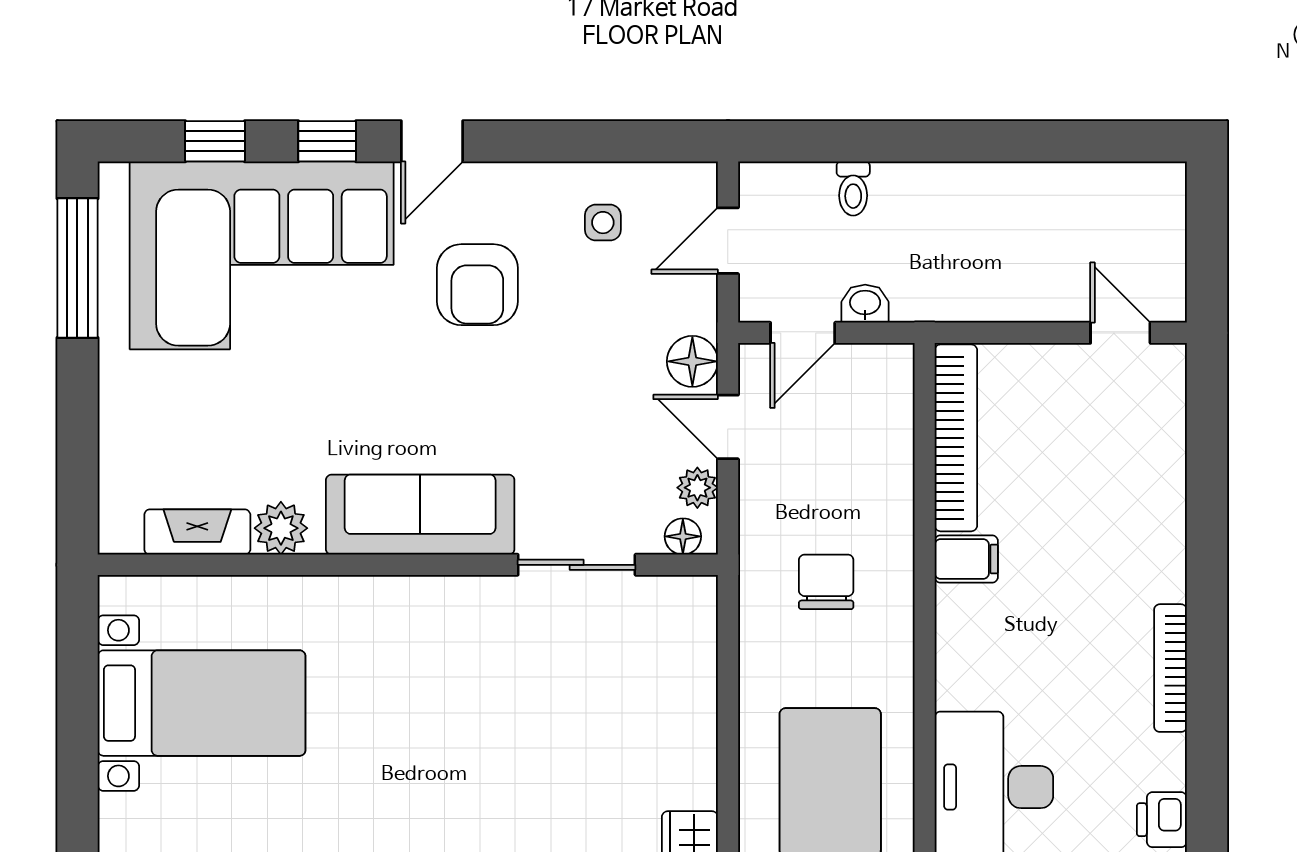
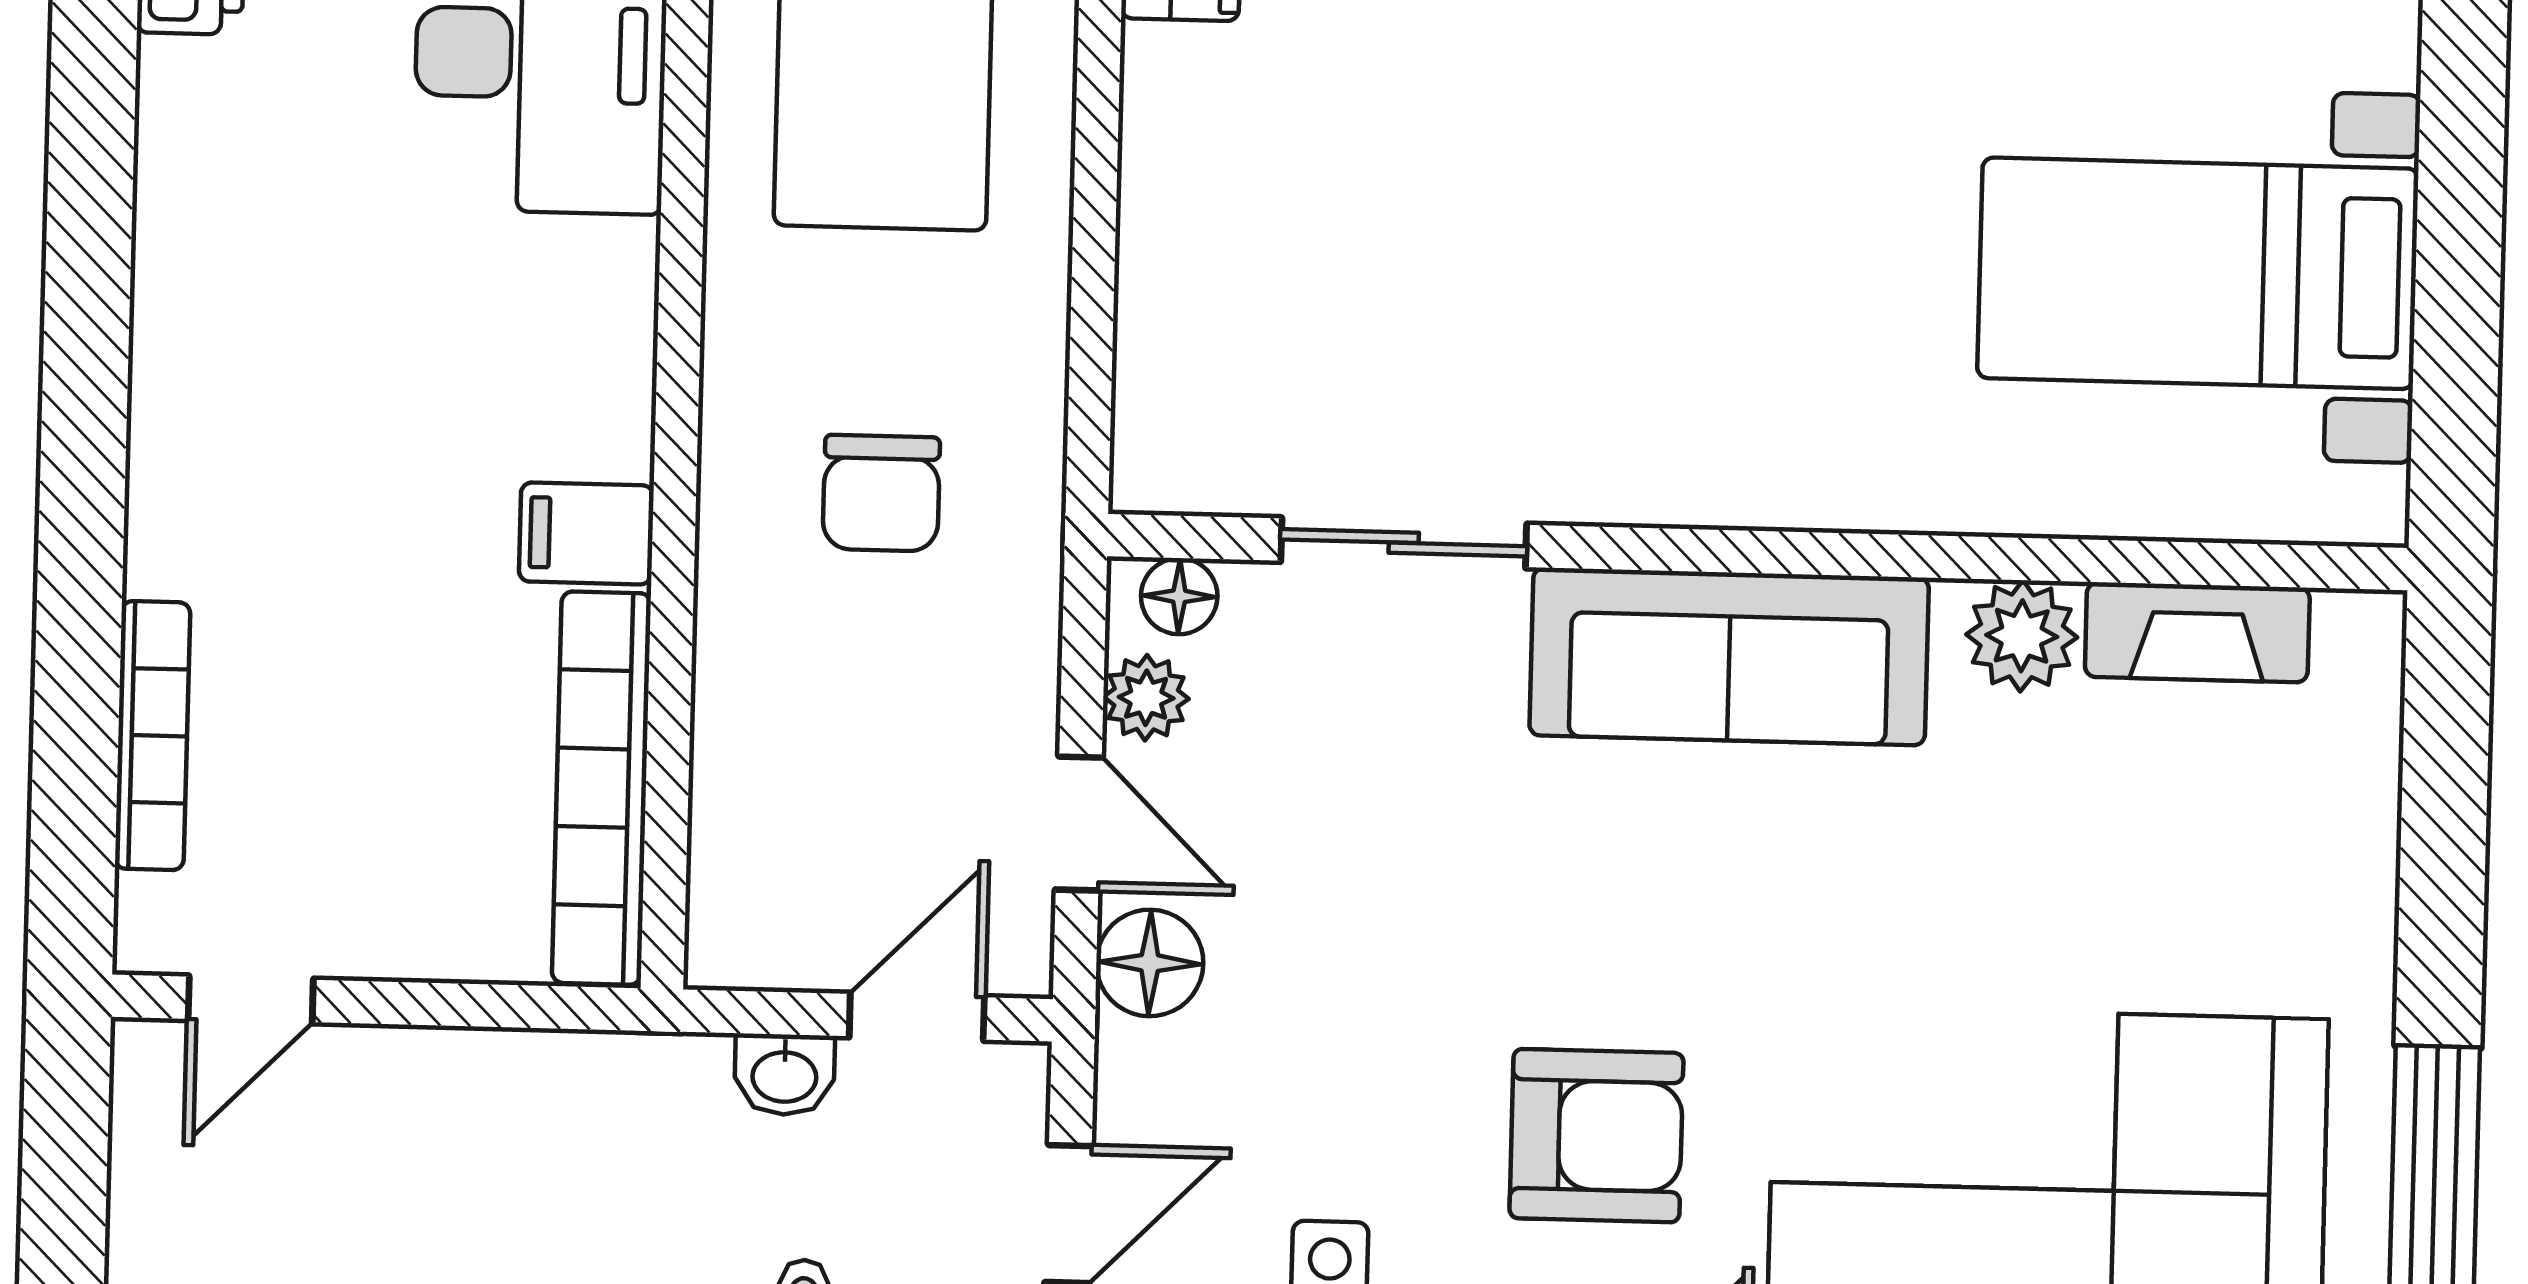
armchair: (477, 285) -> (1596, 1136), turned 90
door: (1120, 333) -> (251, 999), hinge flipped
bookcase: (1170, 668) -> (153, 736), moved

